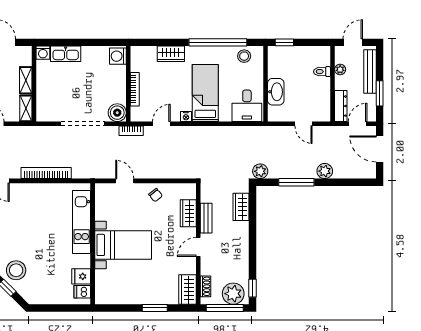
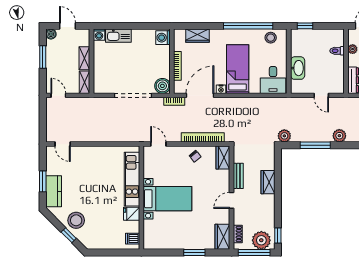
wardrobe: (171, 54) -> (197, 36), moved
door: (161, 124) -> (200, 95), width x1.88
bookcase: (46, 173) -> (203, 137), moved
door: (125, 181) -> (158, 144), moved
wardrobe: (241, 207) -> (268, 182), moved
wardrobe: (188, 213) -> (223, 158), moved
fridge: (81, 276) -> (132, 214), moved

